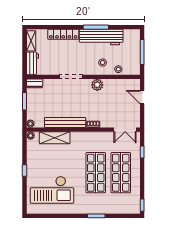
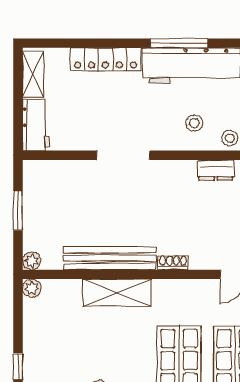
dresser: (35, 83) -> (216, 170), moved
plant: (97, 85) -> (182, 173), removed
shelving: (55, 138) -> (117, 293), moved

